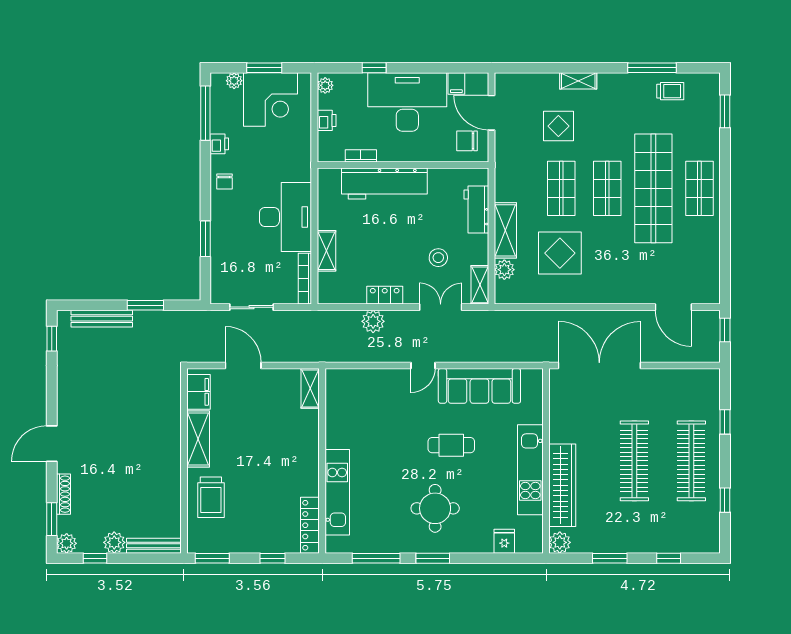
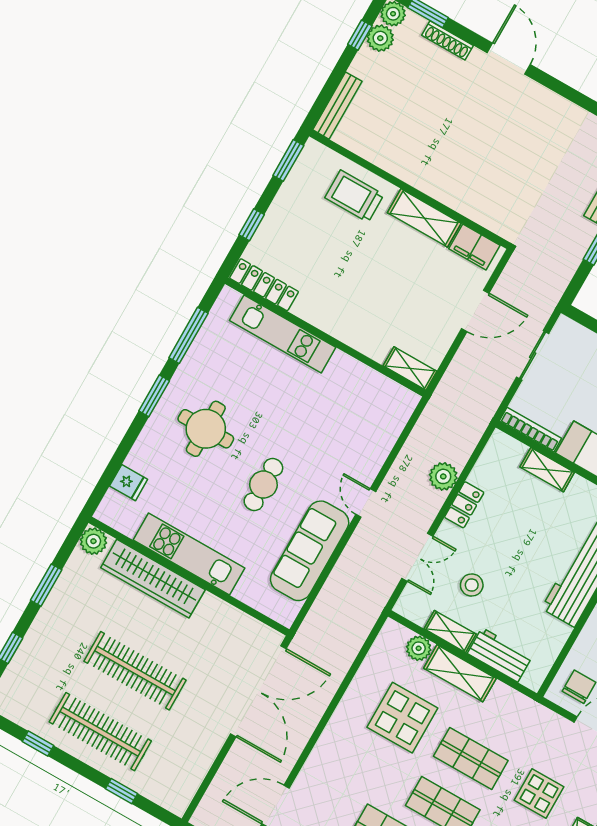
shelving: (480, 285) -> (450, 631), moved
plant: (114, 542) -> (380, 38), moved

